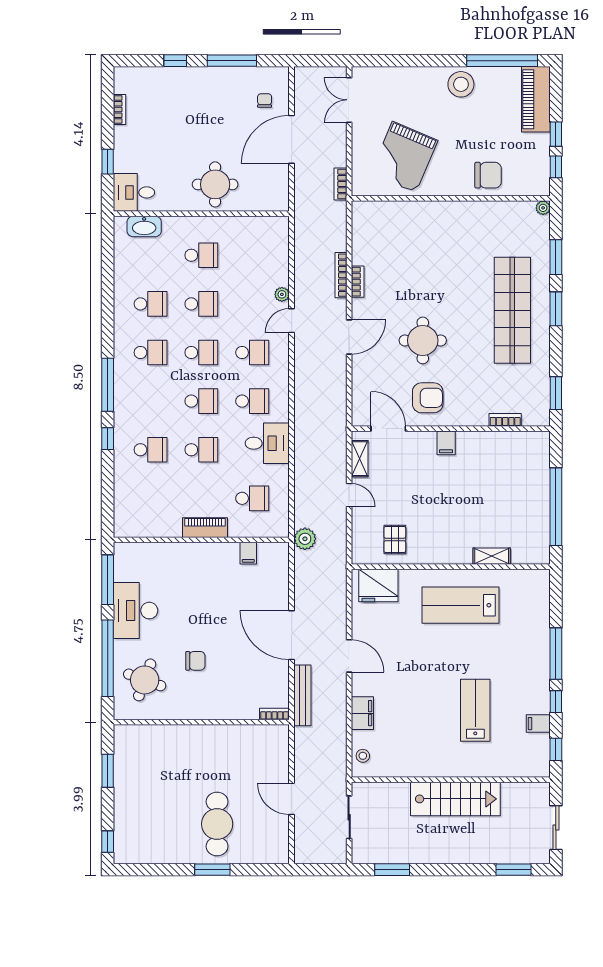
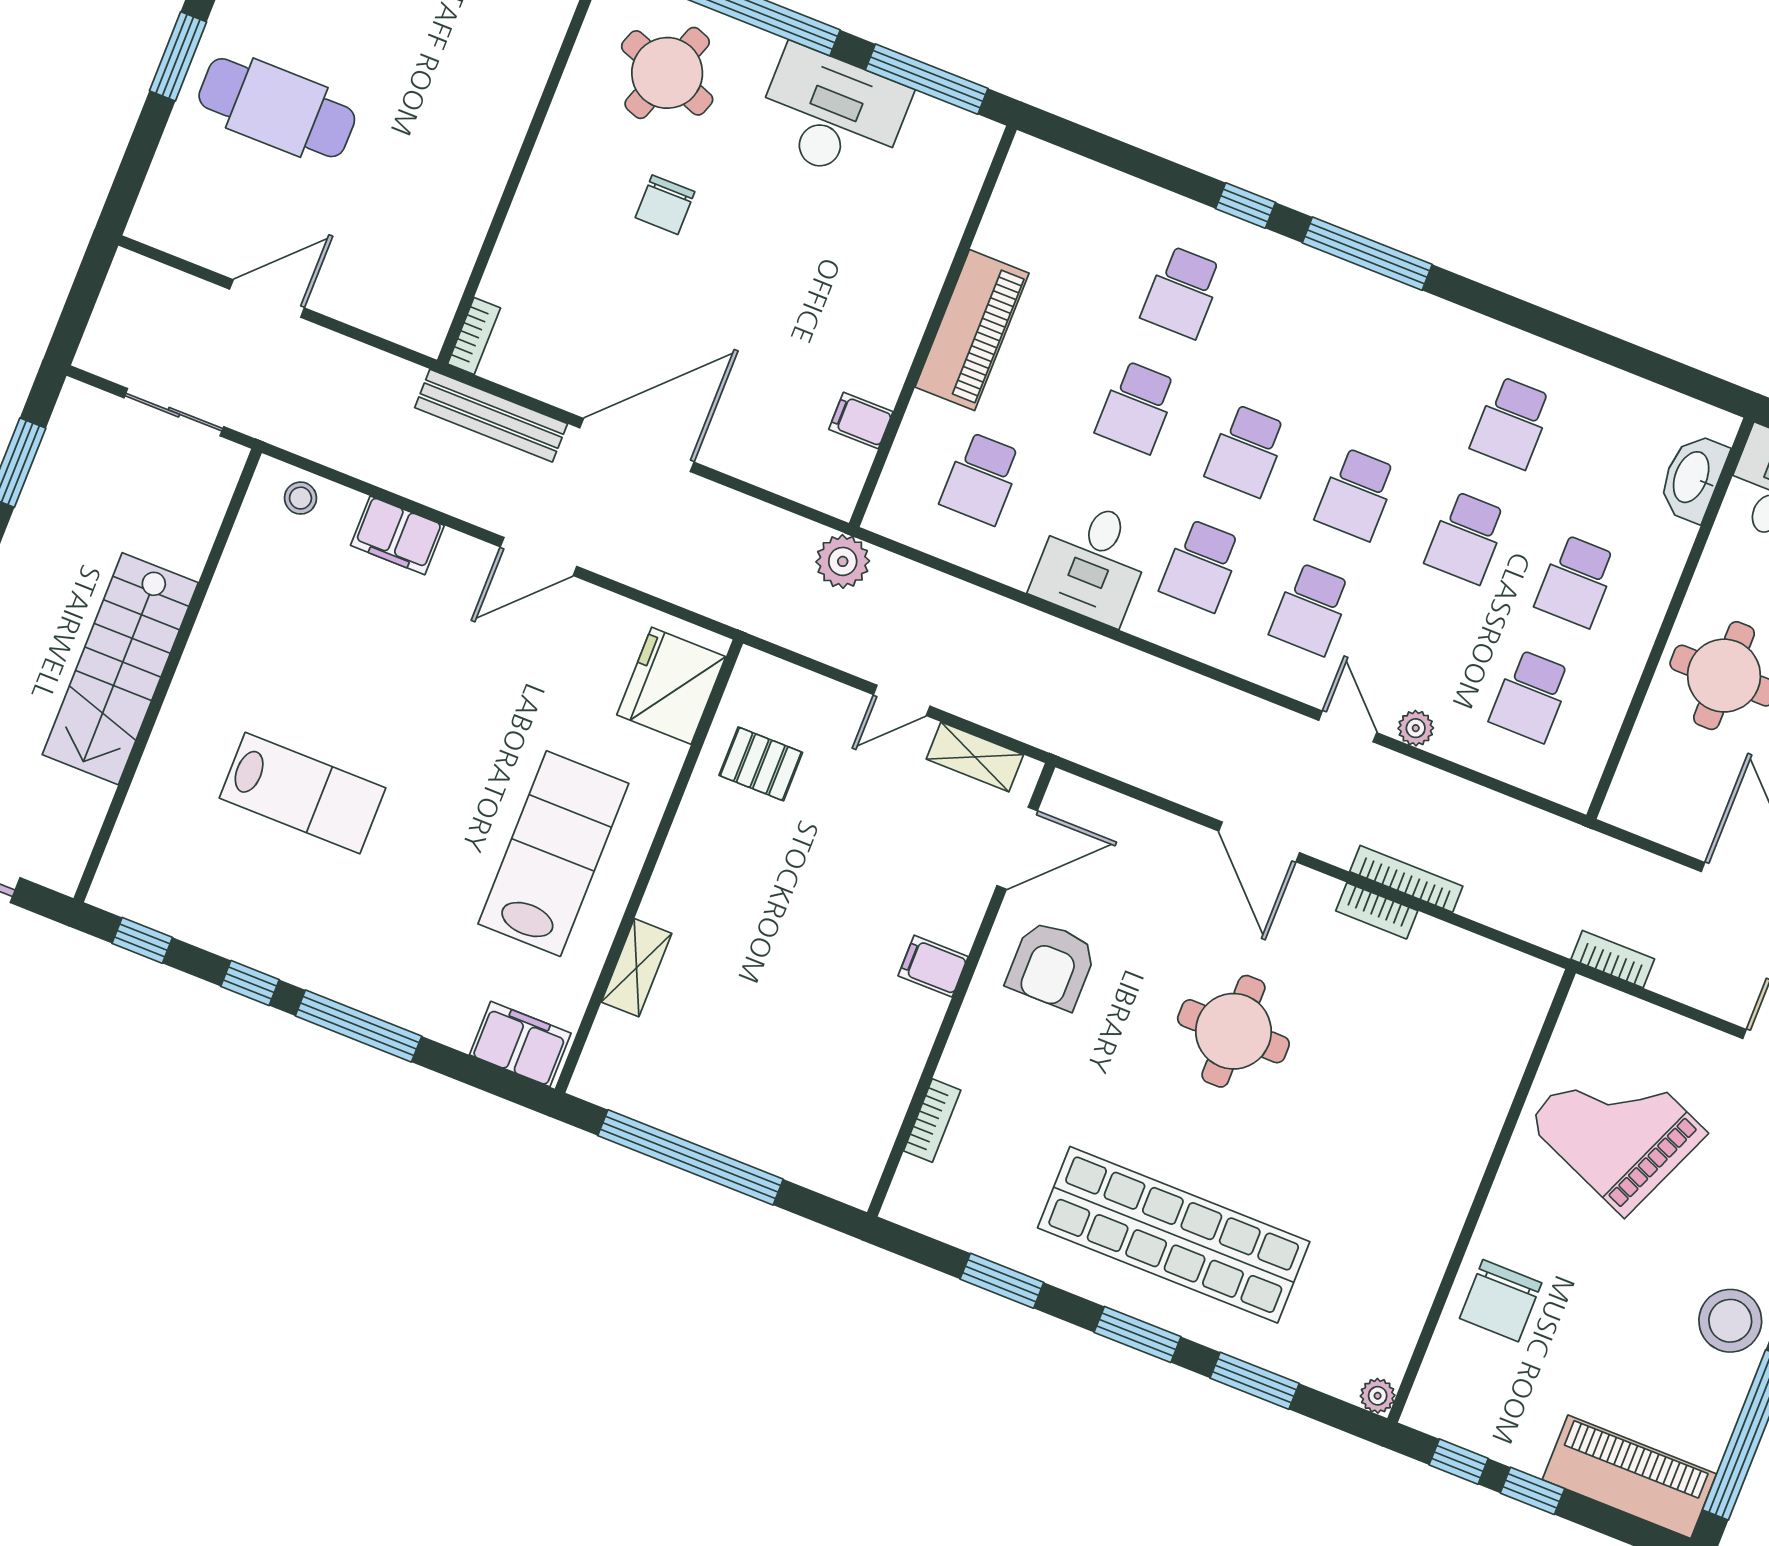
round table: (423, 340) -> (1233, 1031), moved
school desk: (151, 352) -> (1531, 696), moved
window: (556, 393) -> (1002, 1281), moved
piano: (205, 528) -> (972, 330), width x1.37, depth x1.33
filing cabinet: (538, 724) -> (520, 1044), moved, width x2.00

